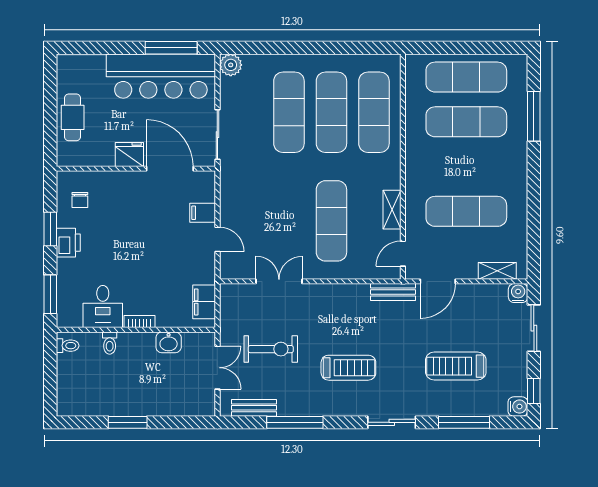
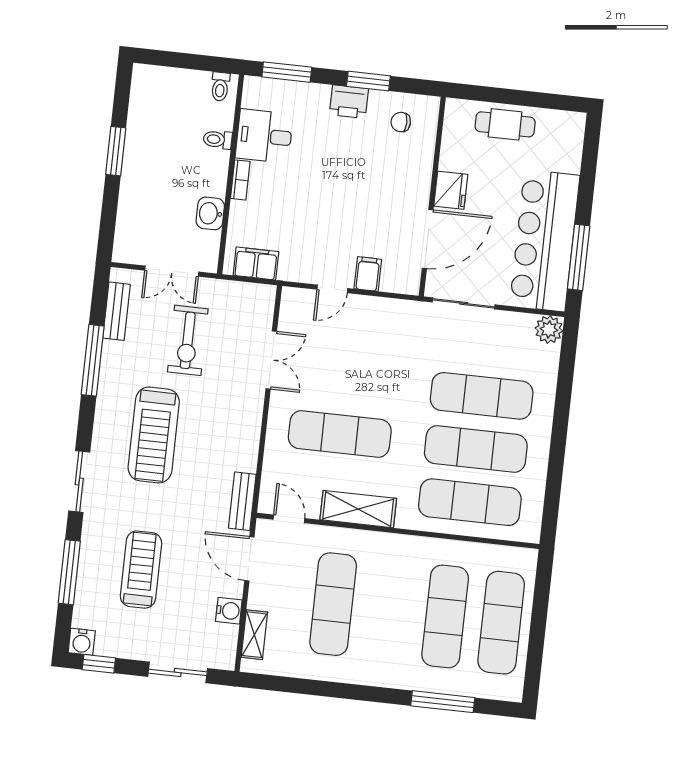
shelving: (392, 210) -> (358, 509), width x1.50, depth x1.33
water cooler: (518, 293) -> (229, 611), moved
treadmill: (348, 368) -> (154, 435), width x1.37, depth x1.38

